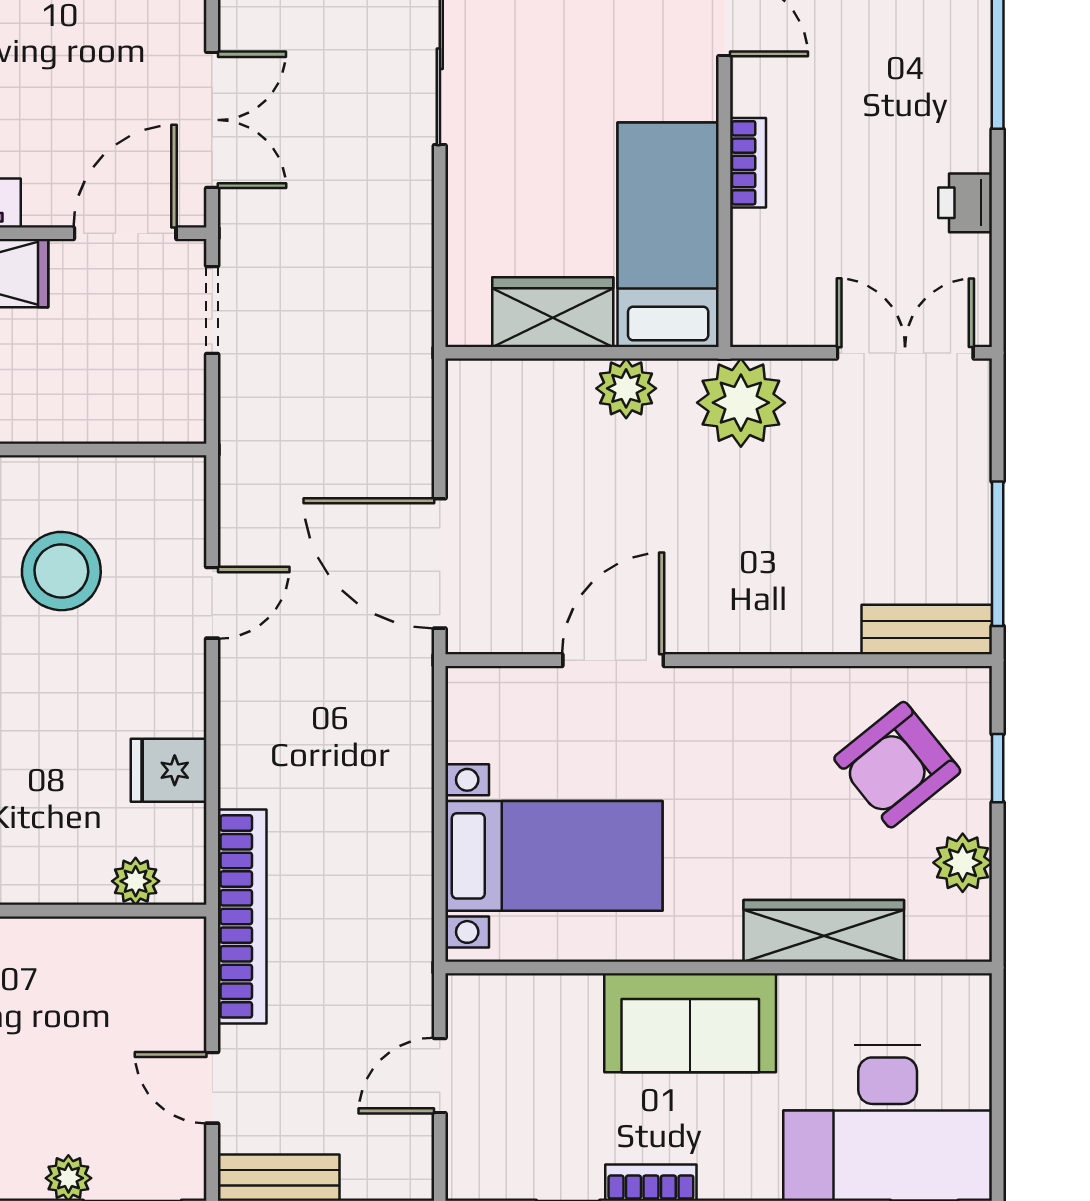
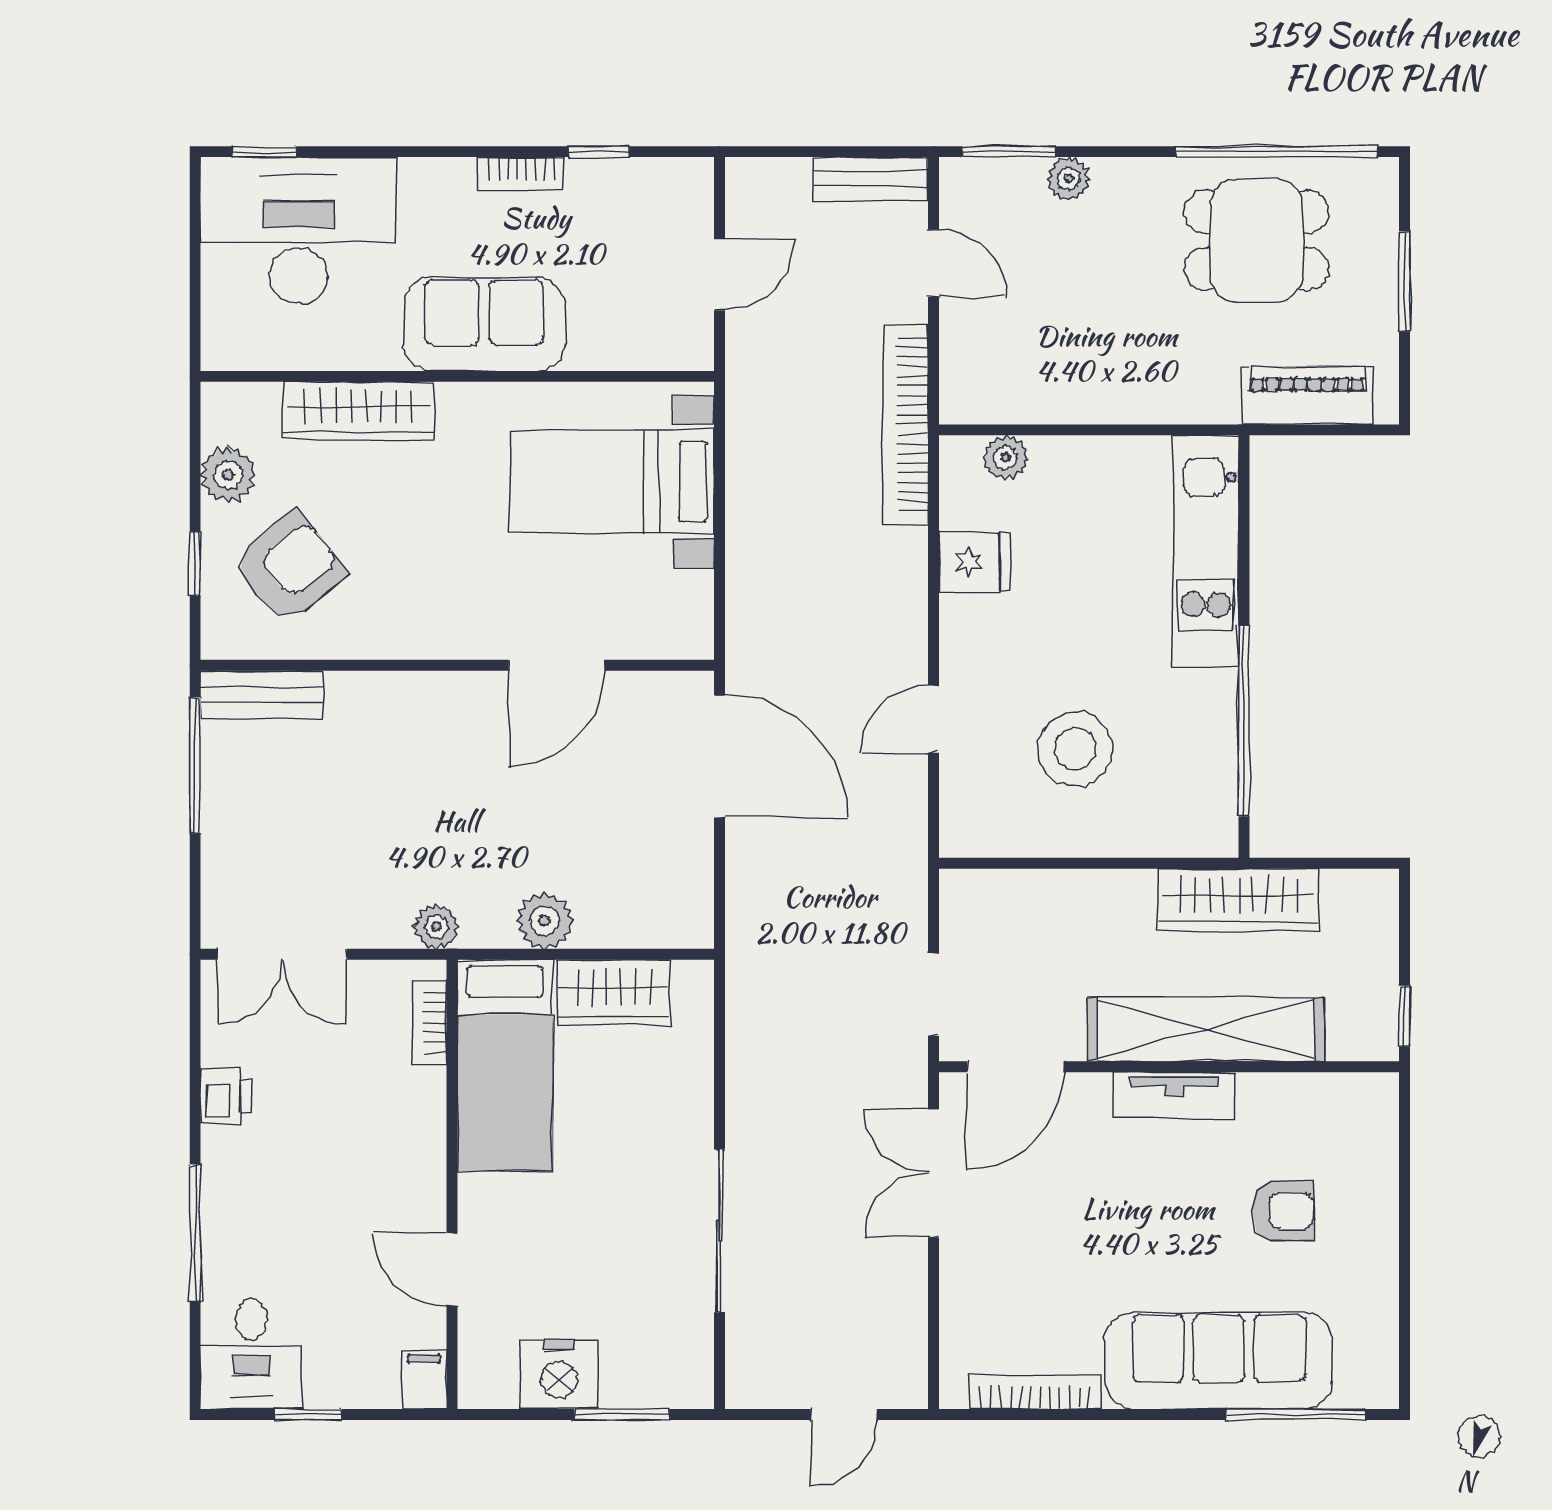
bookcase: (748, 163) -> (430, 1023), moved
plant: (741, 403) -> (436, 927), width x0.53, depth x0.53

